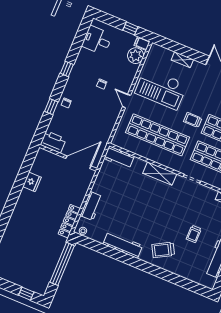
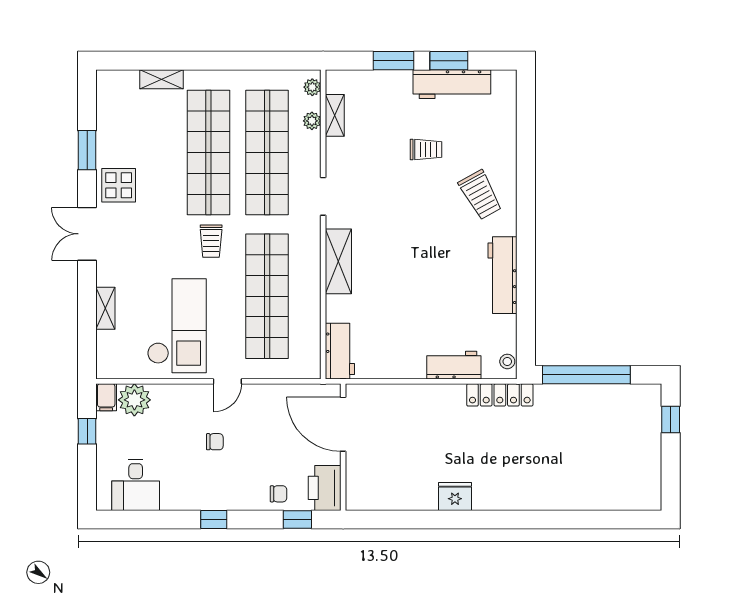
printer: (53, 142) -> (325, 488), moved
wall: (68, 158) -> (343, 447), moved
door: (78, 162) -> (343, 424), moved

